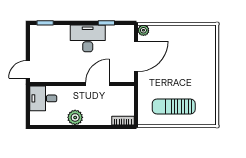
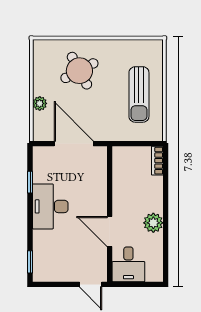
plant: (143, 30) -> (40, 103), moved
round table: (192, 61) -> (79, 71), added
door: (97, 84) -> (110, 231), moved

